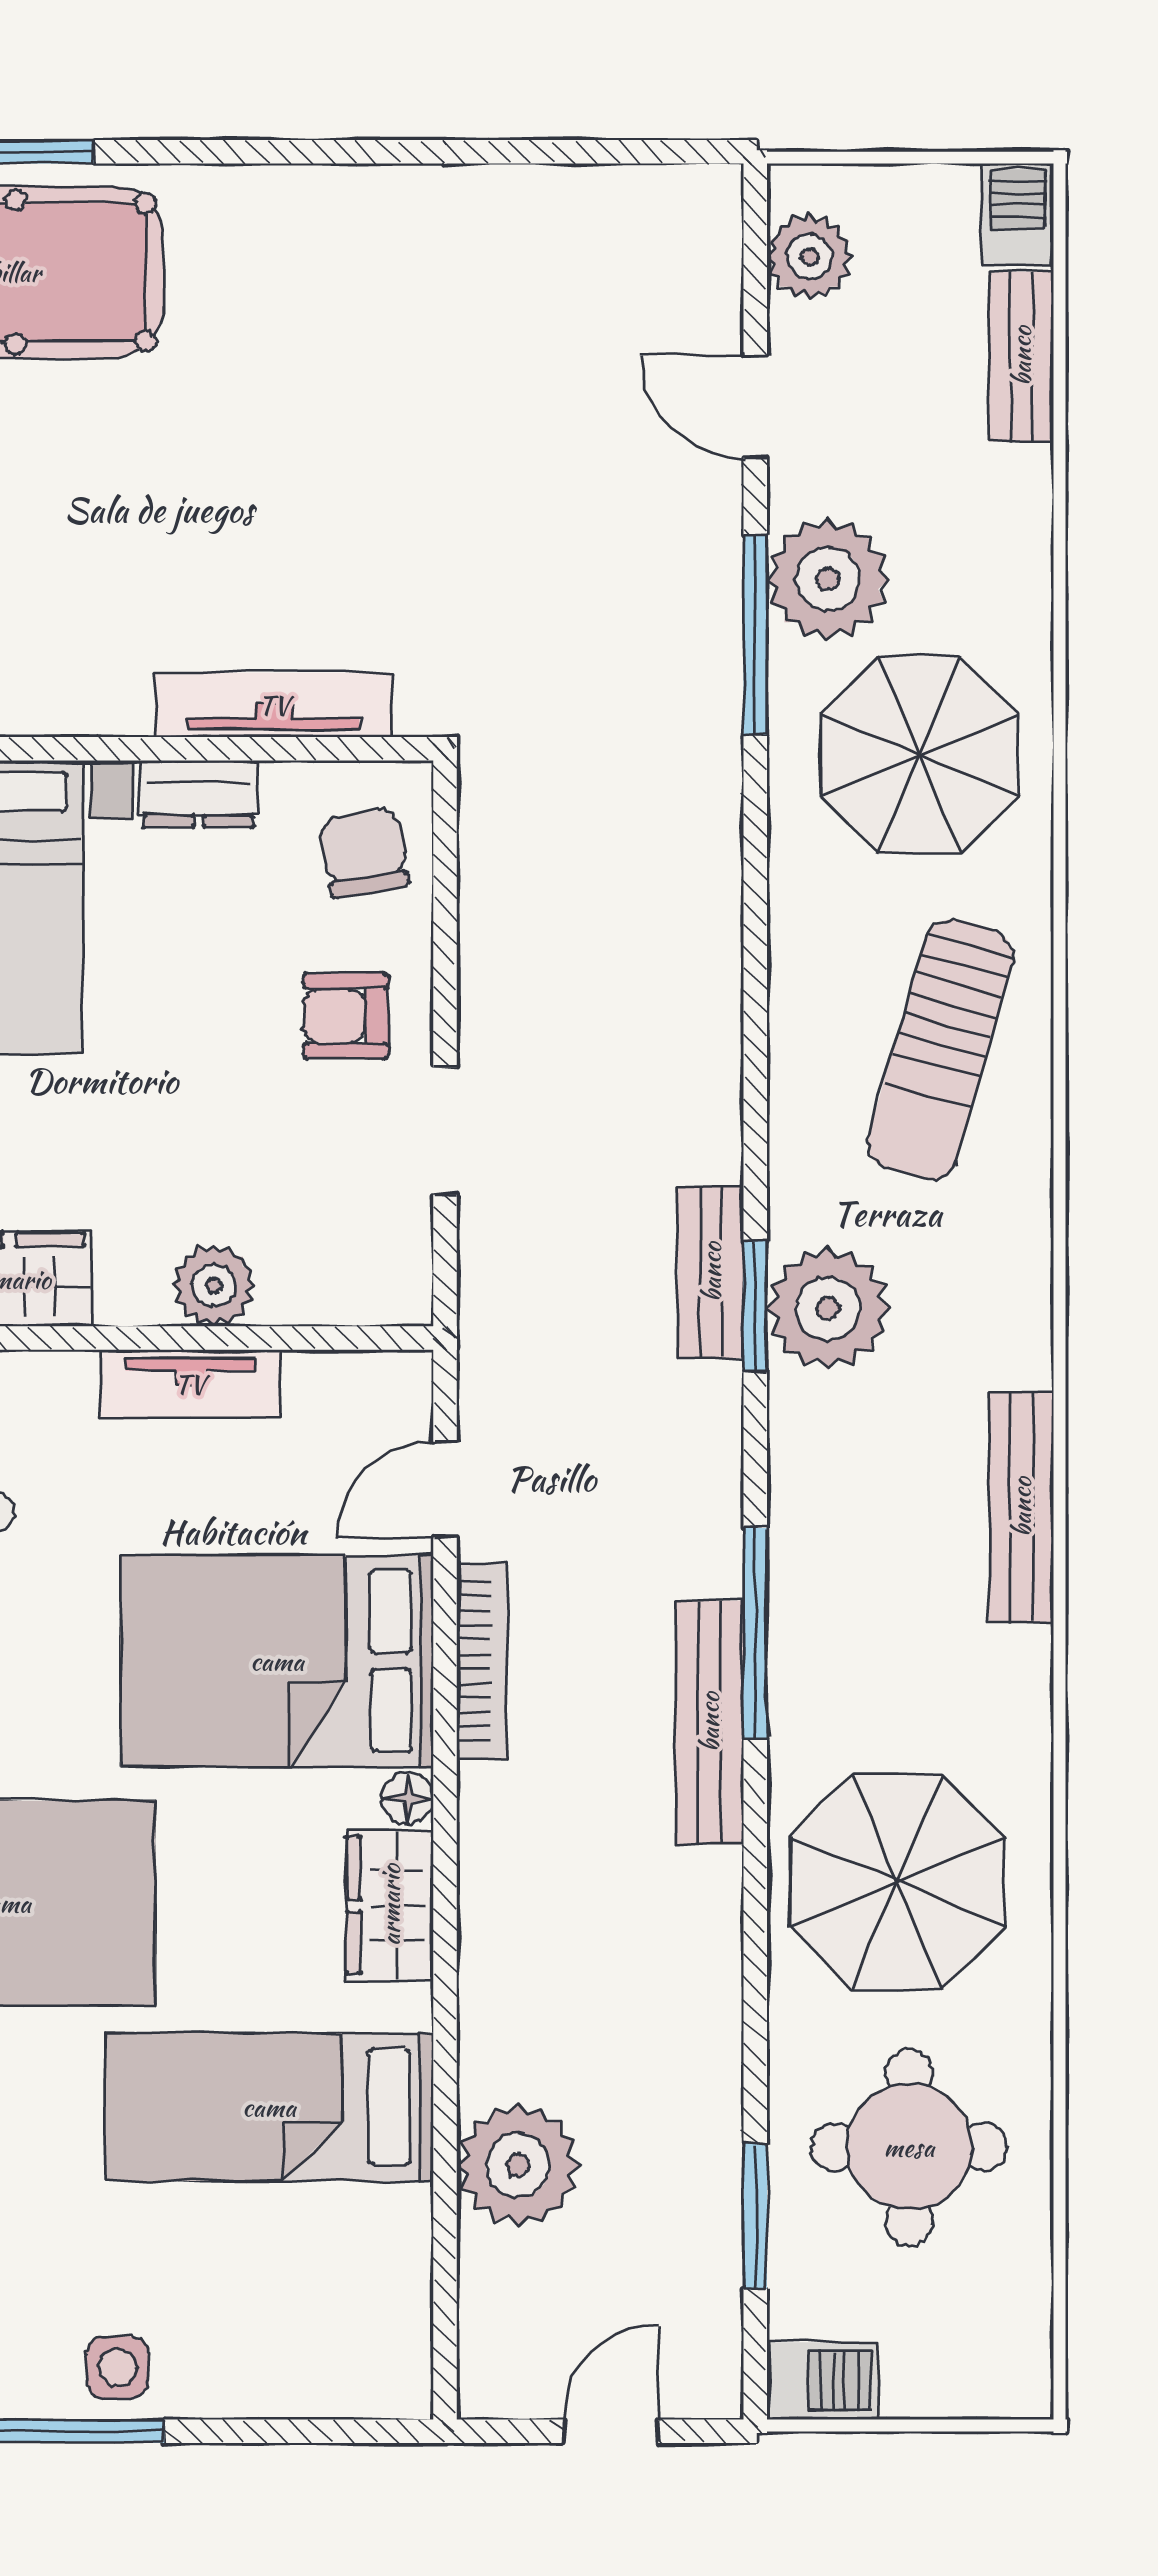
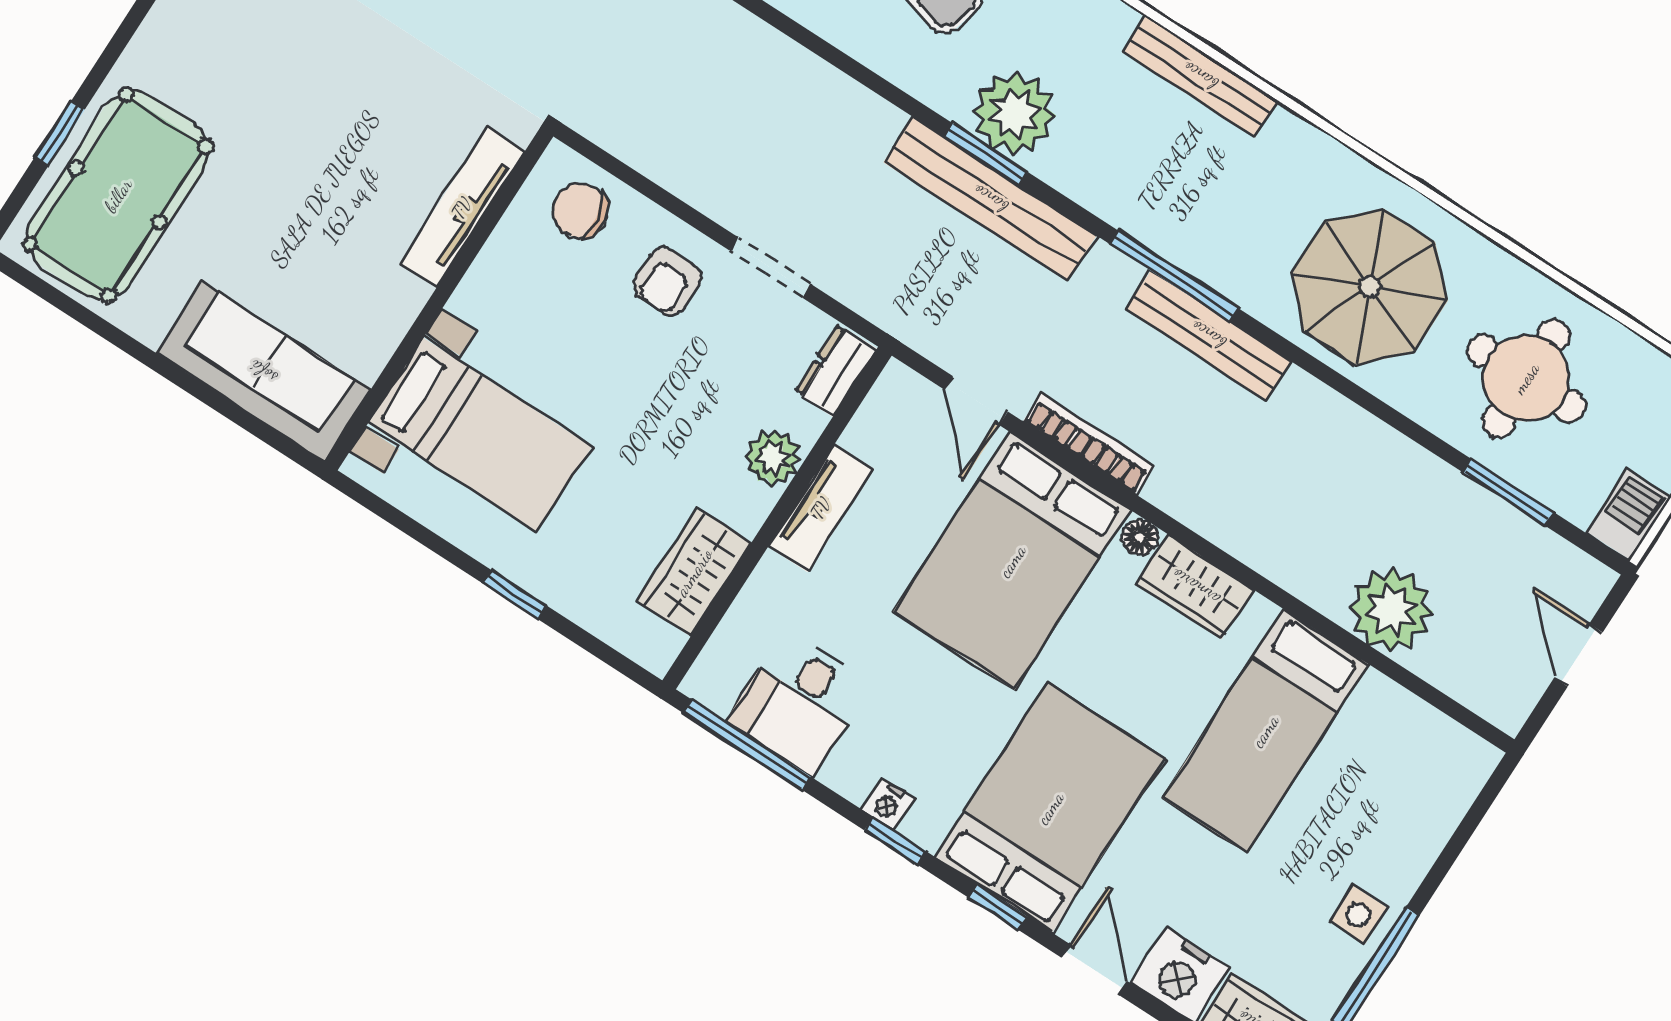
dresser: (198, 794) -> (836, 370), moved, turned 180
bench: (711, 1272) -> (990, 199), width x1.86, depth x1.21

